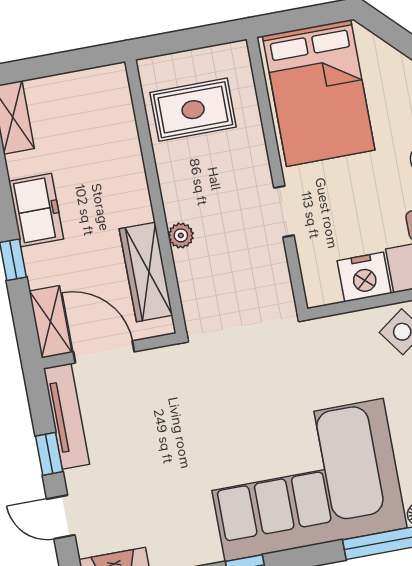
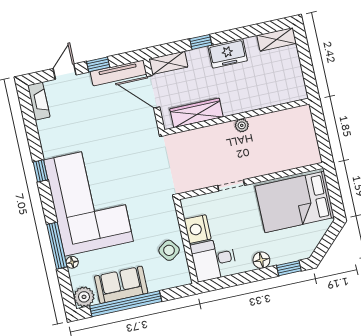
rug: (193, 110) -> (284, 135), removed
plant: (181, 235) -> (242, 125), moved
door: (104, 352) -> (153, 92), swing flipped

